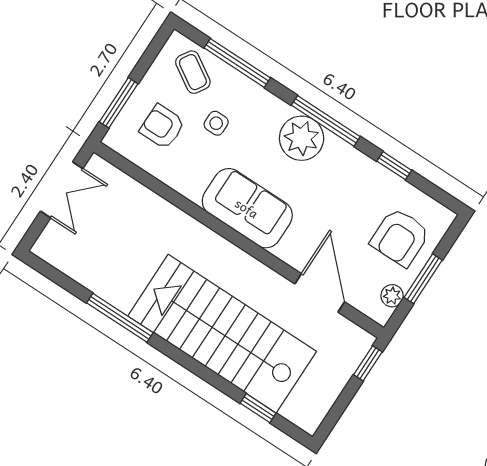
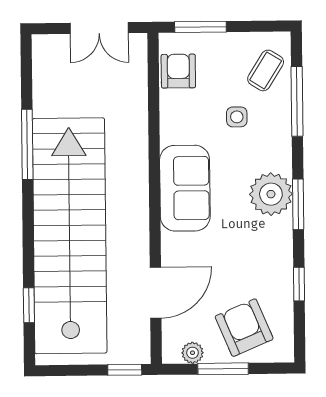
window: (326, 121) -> (298, 204), width x0.69
armchair: (162, 127) -> (178, 71), moved
armchair: (400, 237) -> (244, 328), turned 67
stairs: (222, 334) -> (70, 236), width x1.36

